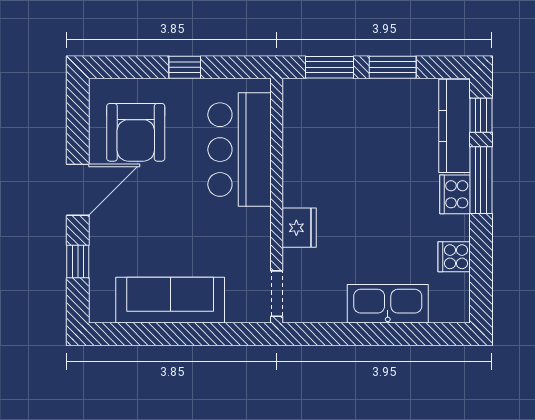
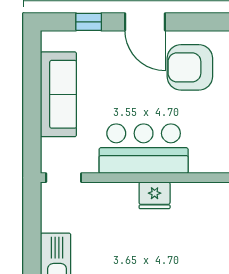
bar counter: (240, 150) -> (144, 149), moved
fridge: (299, 228) -> (155, 195), moved

